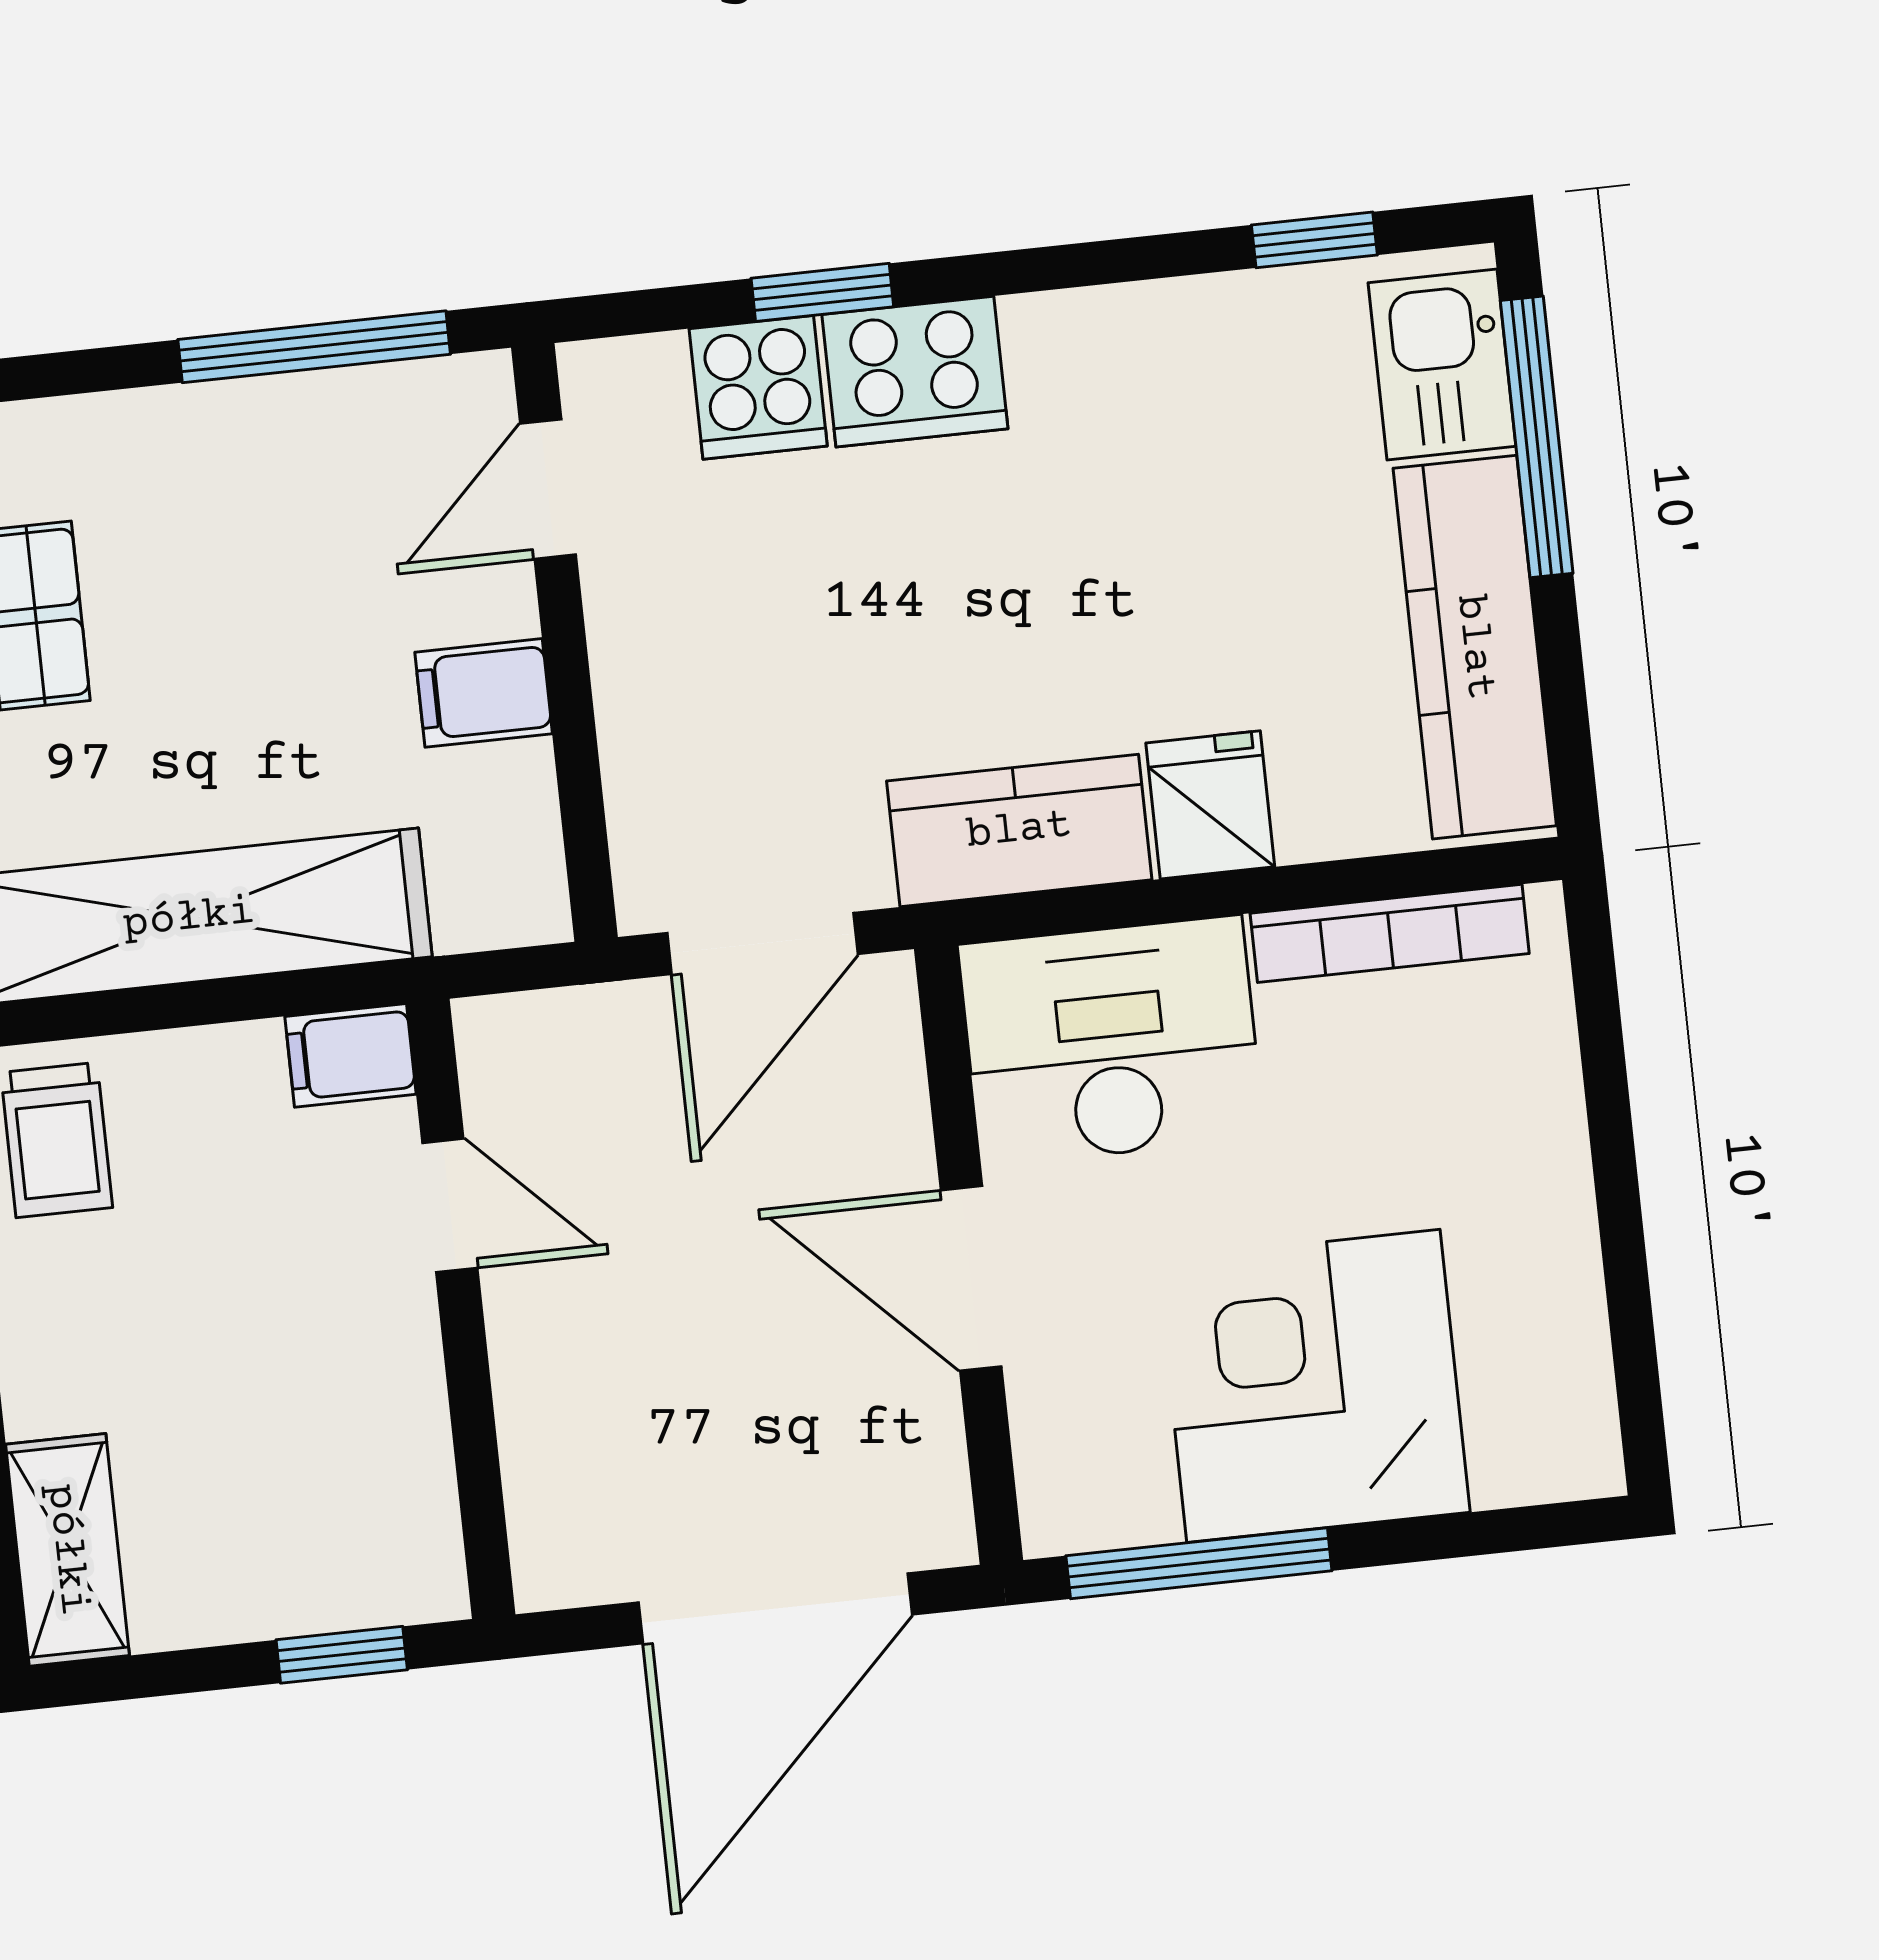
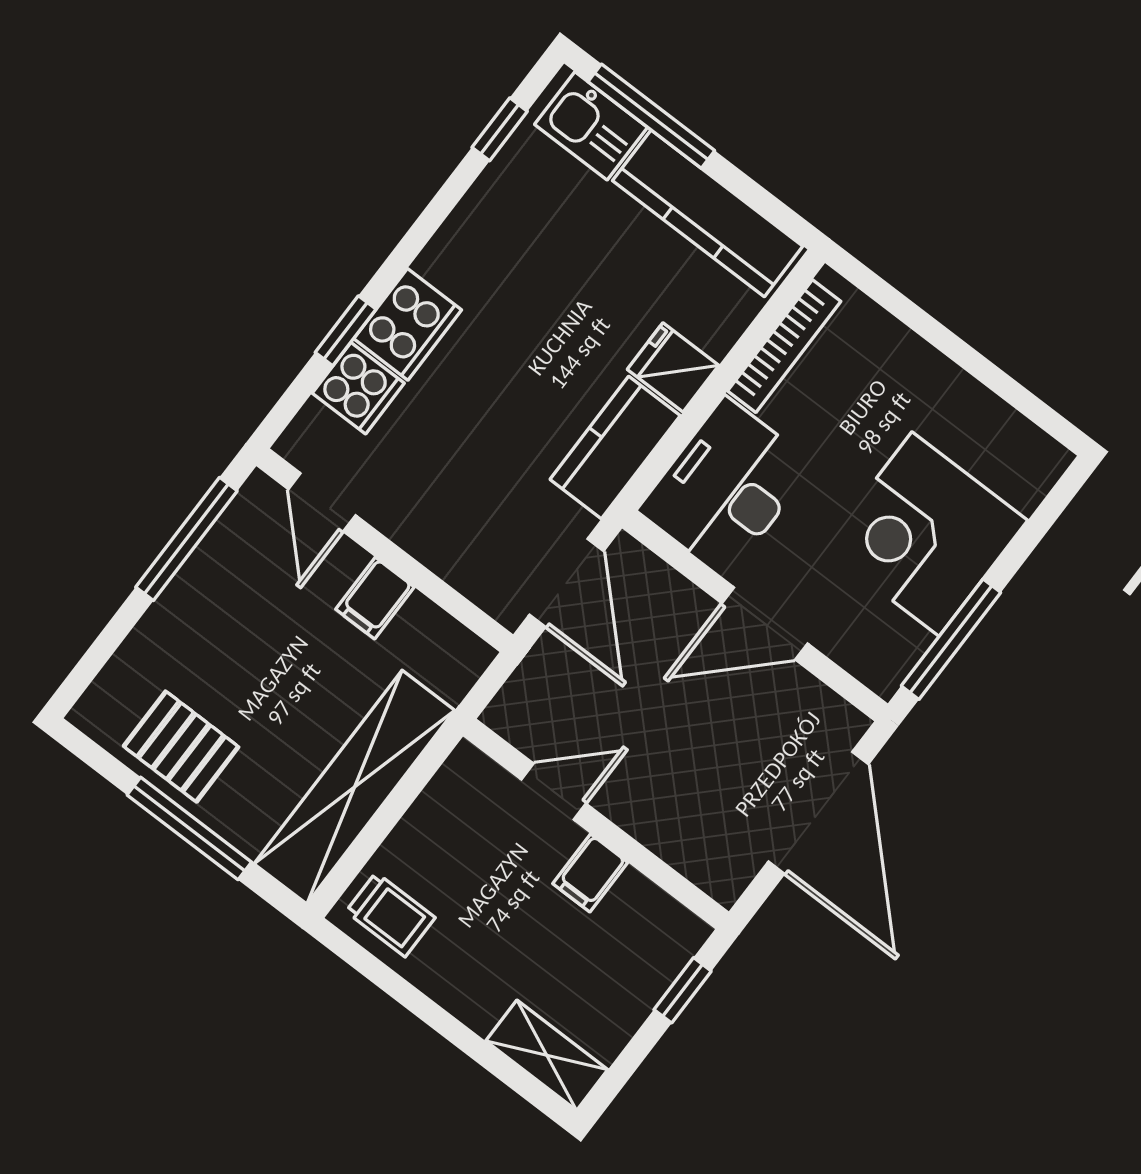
filing cabinet: (351, 1055) -> (590, 873), moved

